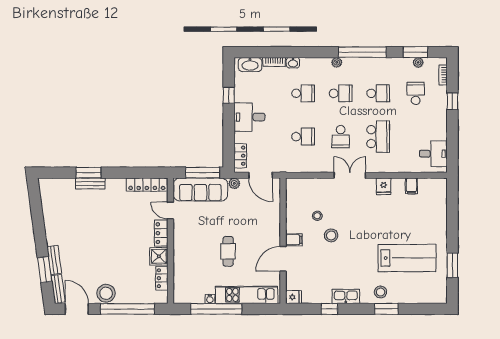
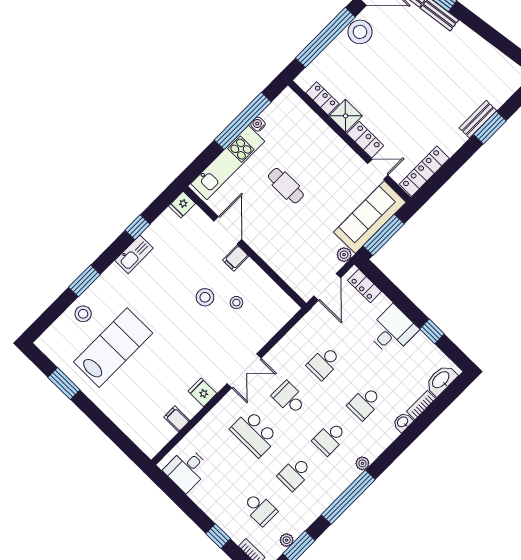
door: (261, 175) -> (327, 287), swing flipped
lab bench: (407, 258) -> (113, 348), turned 180
stool: (381, 292) -> (83, 314), moved

